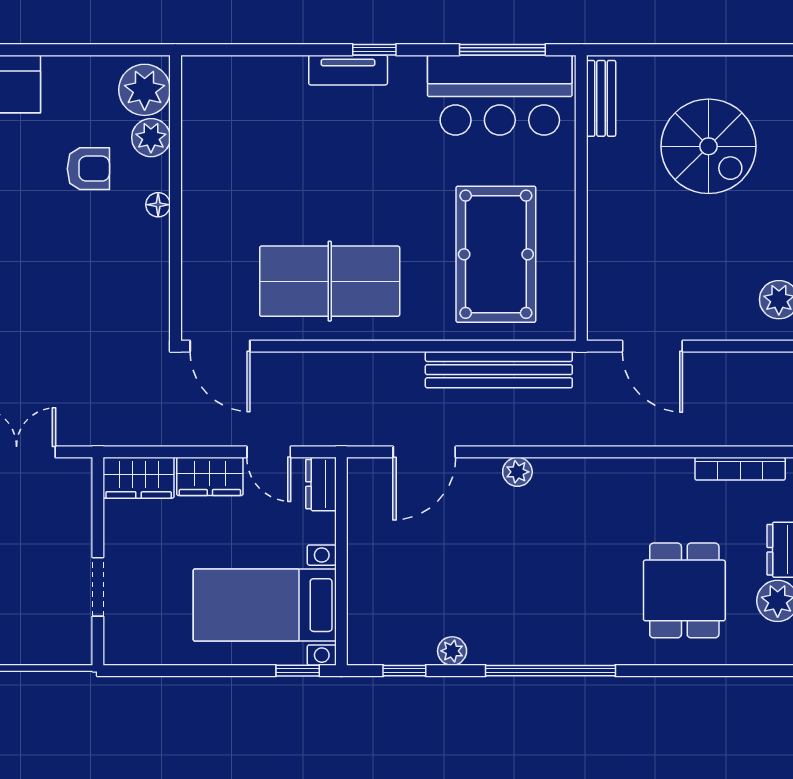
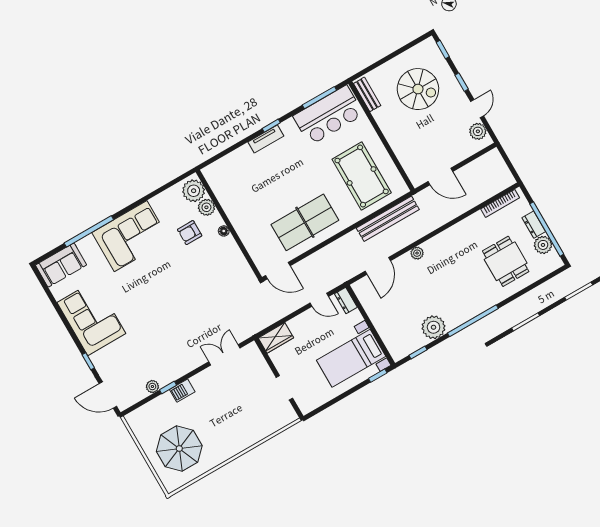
armchair: (88, 169) -> (190, 233), turned 180
wardrobe: (210, 476) -> (302, 322), removed
plant: (452, 651) -> (434, 327), width x1.88, depth x1.88

